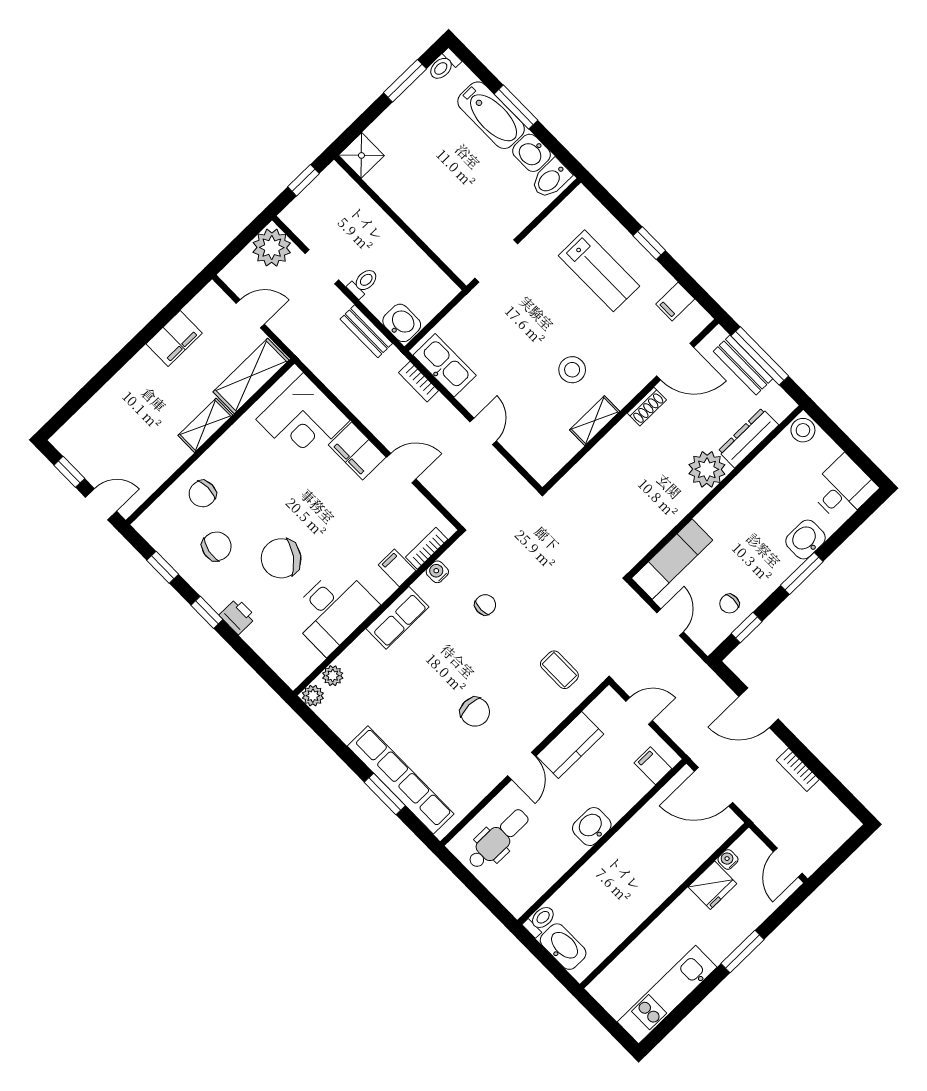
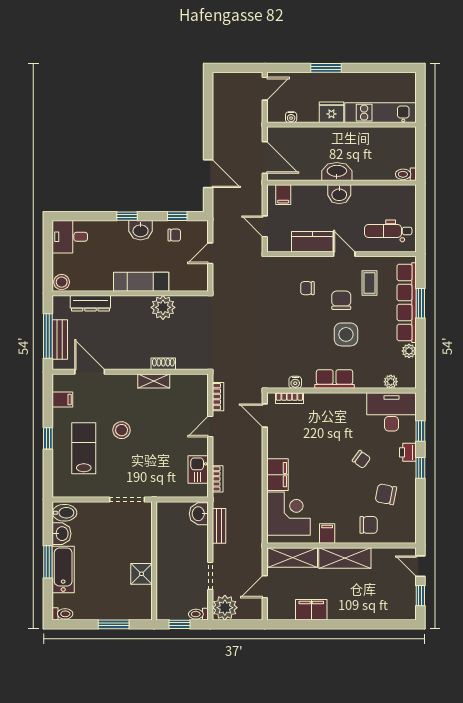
window: (405, 81) -> (114, 624), moved
shower: (361, 155) -> (141, 574), moved
toilet: (363, 283) -> (198, 614), moved
door: (250, 314) -> (265, 587), hinge flipped
kitchen sink: (445, 365) -> (198, 469), width x0.73
stool: (572, 370) -> (122, 430), moved
shoe rack: (647, 407) -> (163, 364), moved
shelving: (205, 425) -> (345, 558), width x1.50, depth x1.33
door: (401, 468) -> (265, 415), moved
plant: (707, 469) -> (163, 307), moved
washbasin: (806, 539) -> (141, 230), moved
chair: (281, 558) -> (361, 459), width x0.54, depth x0.54
exam couch: (672, 559) -> (141, 282), moved
window: (163, 567) -> (420, 431), moved
filing cabinet: (397, 568) -> (327, 534), moved, turned 180
window: (802, 573) -> (127, 216), width x0.67
chair: (485, 605) -> (307, 288), moved
desk: (333, 610) -> (391, 412), moved
coffee table: (559, 670) -> (369, 283), moved
side table: (433, 679) -> (346, 334), added
plant: (313, 696) -> (409, 351), moved
door: (522, 766) -> (344, 254), hinge flipped
bookcase: (798, 770) -> (218, 397), moved
fridge: (712, 885) -> (331, 112), moved
washbasin: (563, 947) -> (337, 171), moved, turned 90
kitchen unit: (667, 995) -> (380, 113), moved, turned 180

